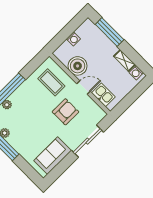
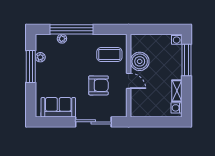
washing machine: (73, 39) -> (177, 39), moved
coffee table: (51, 82) -> (109, 55), turned 90
kitchen sink: (103, 95) -> (137, 100), removed

